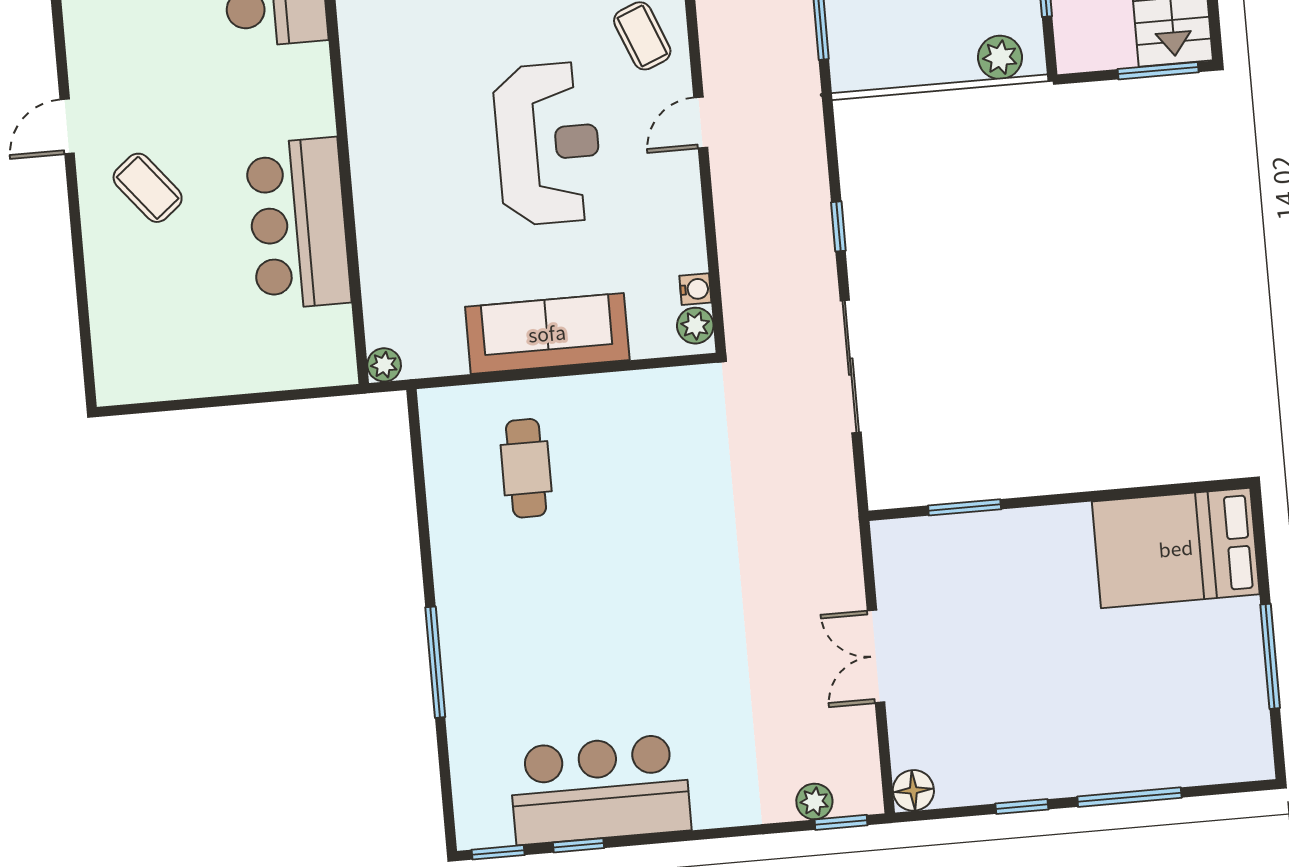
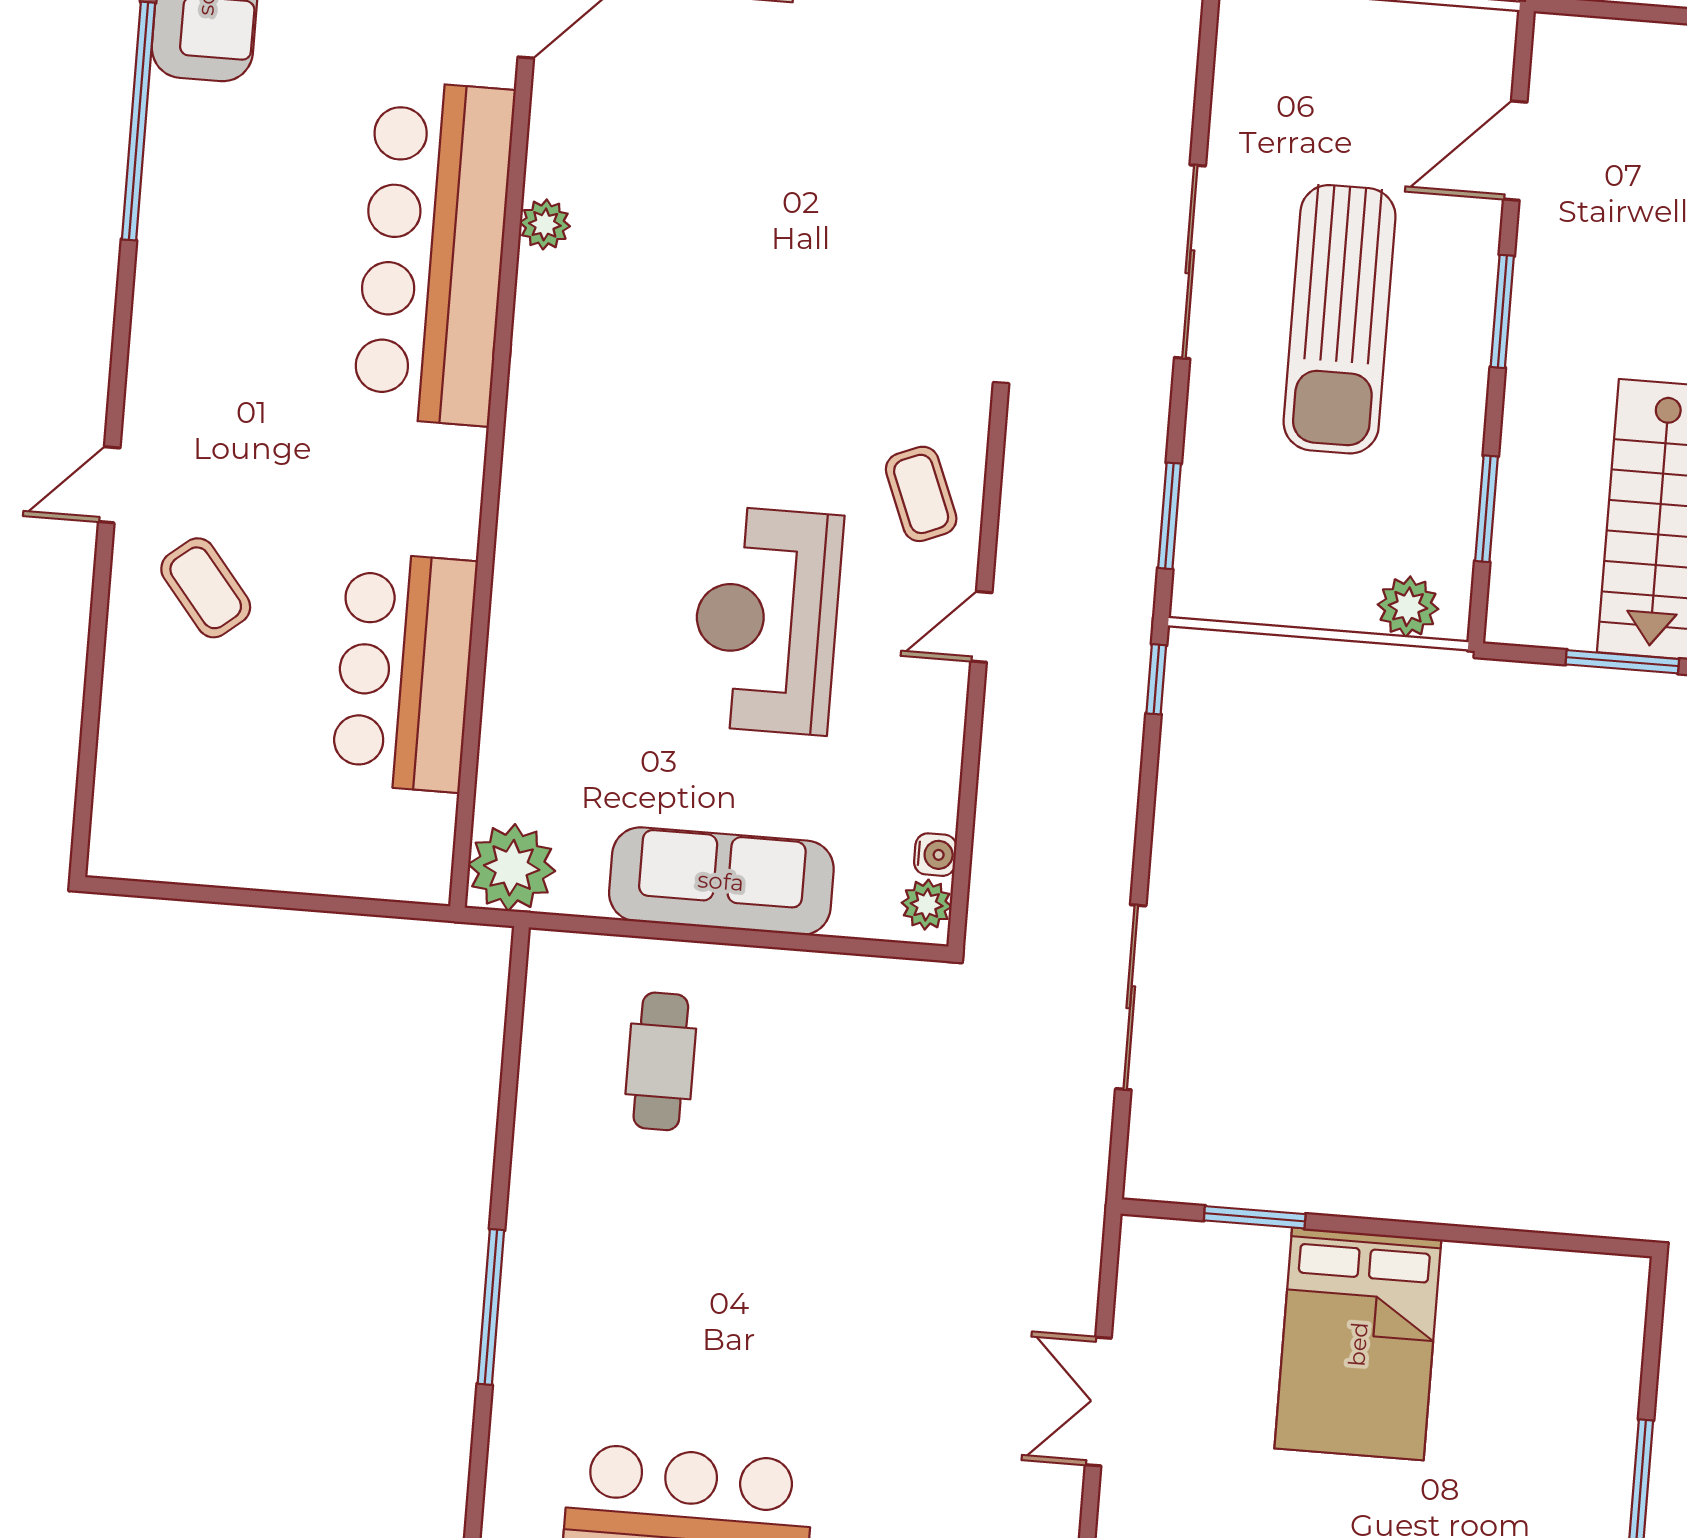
reception desk: (548, 144) -> (766, 620), turned 180
window: (838, 226) -> (1156, 679), moved
plant: (384, 365) -> (512, 868), width x1.88, depth x1.88
bed: (1176, 548) -> (1358, 1344), moved, turned -90

